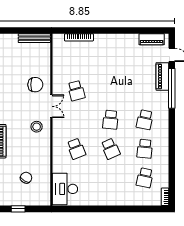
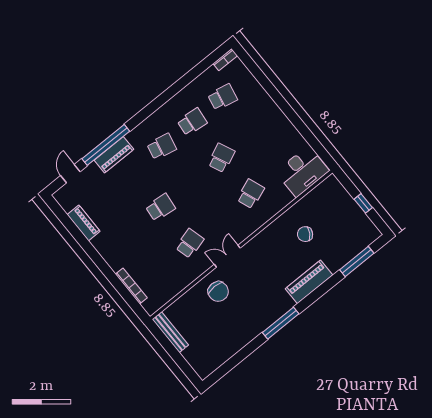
piano: (152, 39) -> (84, 223), moved
piano: (162, 76) -> (114, 155), moved
chair: (35, 85) -> (218, 291), turned 180
school desk: (110, 120) -> (160, 207), moved
stool: (37, 127) -> (261, 254), removed
chair: (26, 178) -> (305, 234), moved

